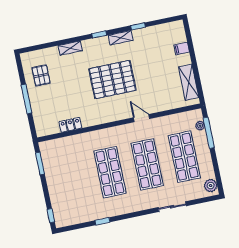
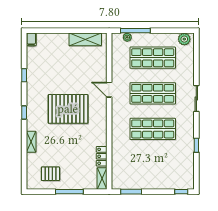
shelving: (121, 38) -> (102, 178), moved
filing cabinet: (182, 48) -> (31, 39), moved
pallet: (112, 80) -> (68, 109), turned 90
door: (141, 118) -> (109, 90), hinge flipped
sliding door: (172, 207) -> (196, 98), moved

